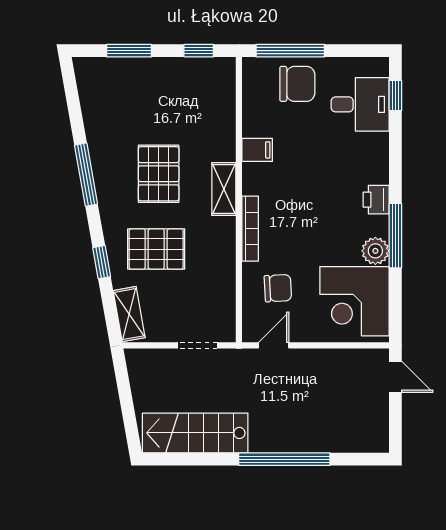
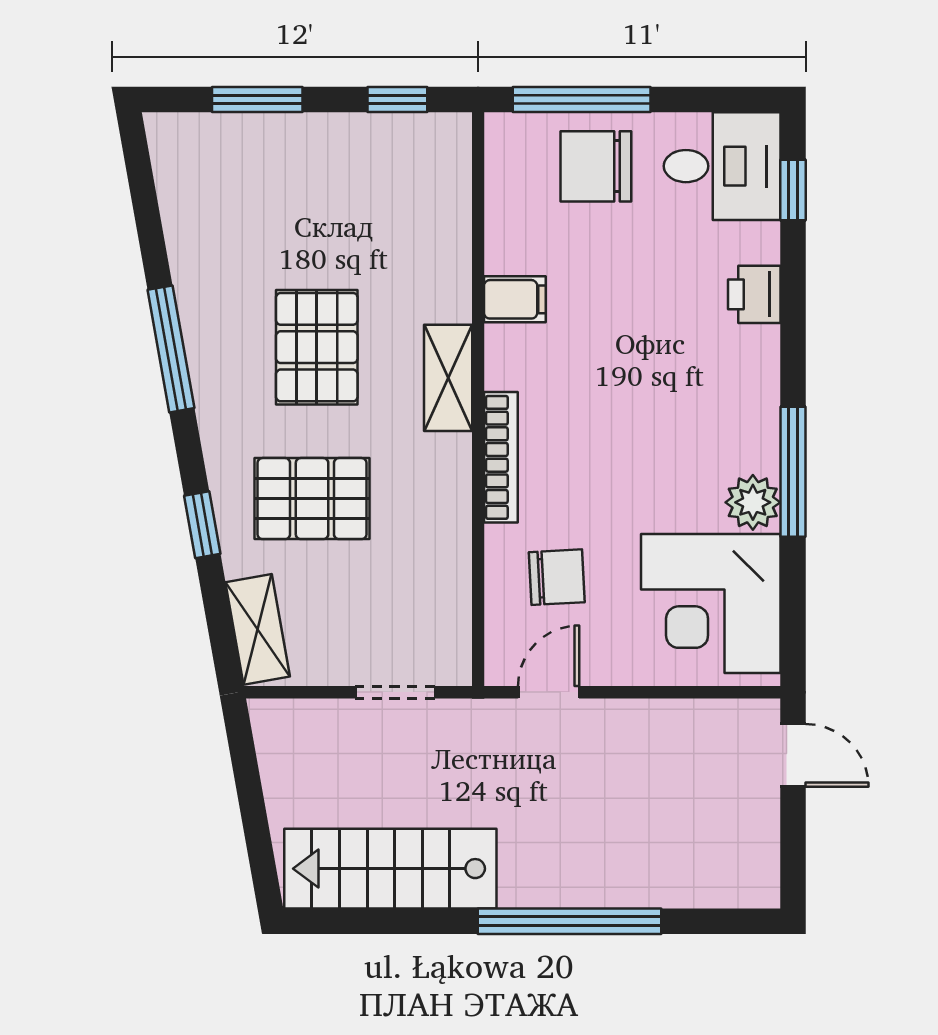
chair: (297, 84) -> (596, 166), turned 180
desk: (360, 104) -> (722, 166), moved
printer: (376, 200) -> (754, 294), moved

